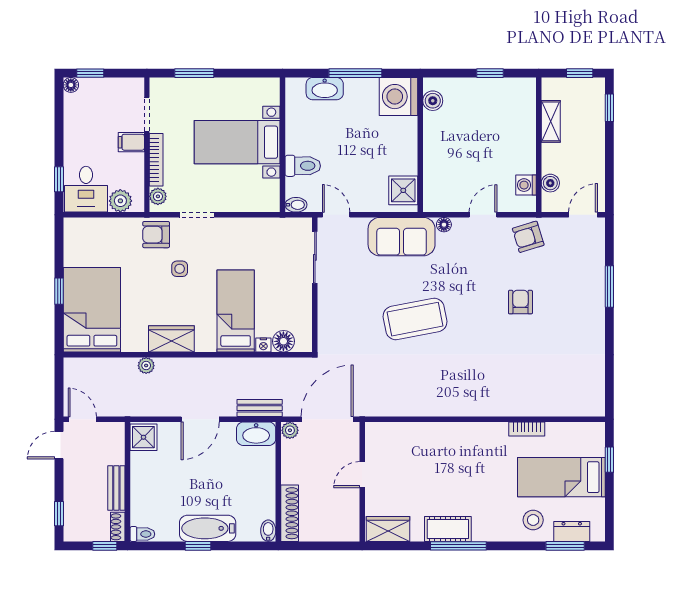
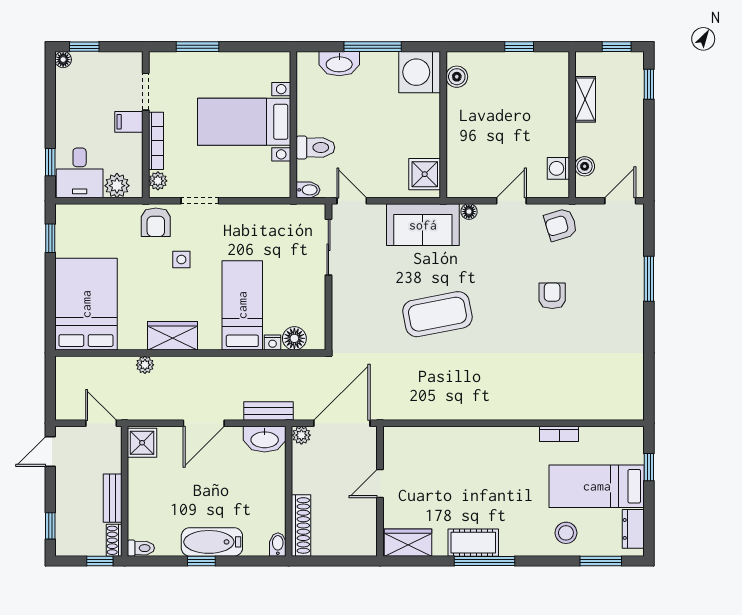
armchair: (156, 235) -> (156, 222), turned -90
window: (59, 291) -> (50, 238), moved
door: (82, 419) -> (101, 423), moved
dresser: (572, 532) -> (633, 529), moved, turned -90

